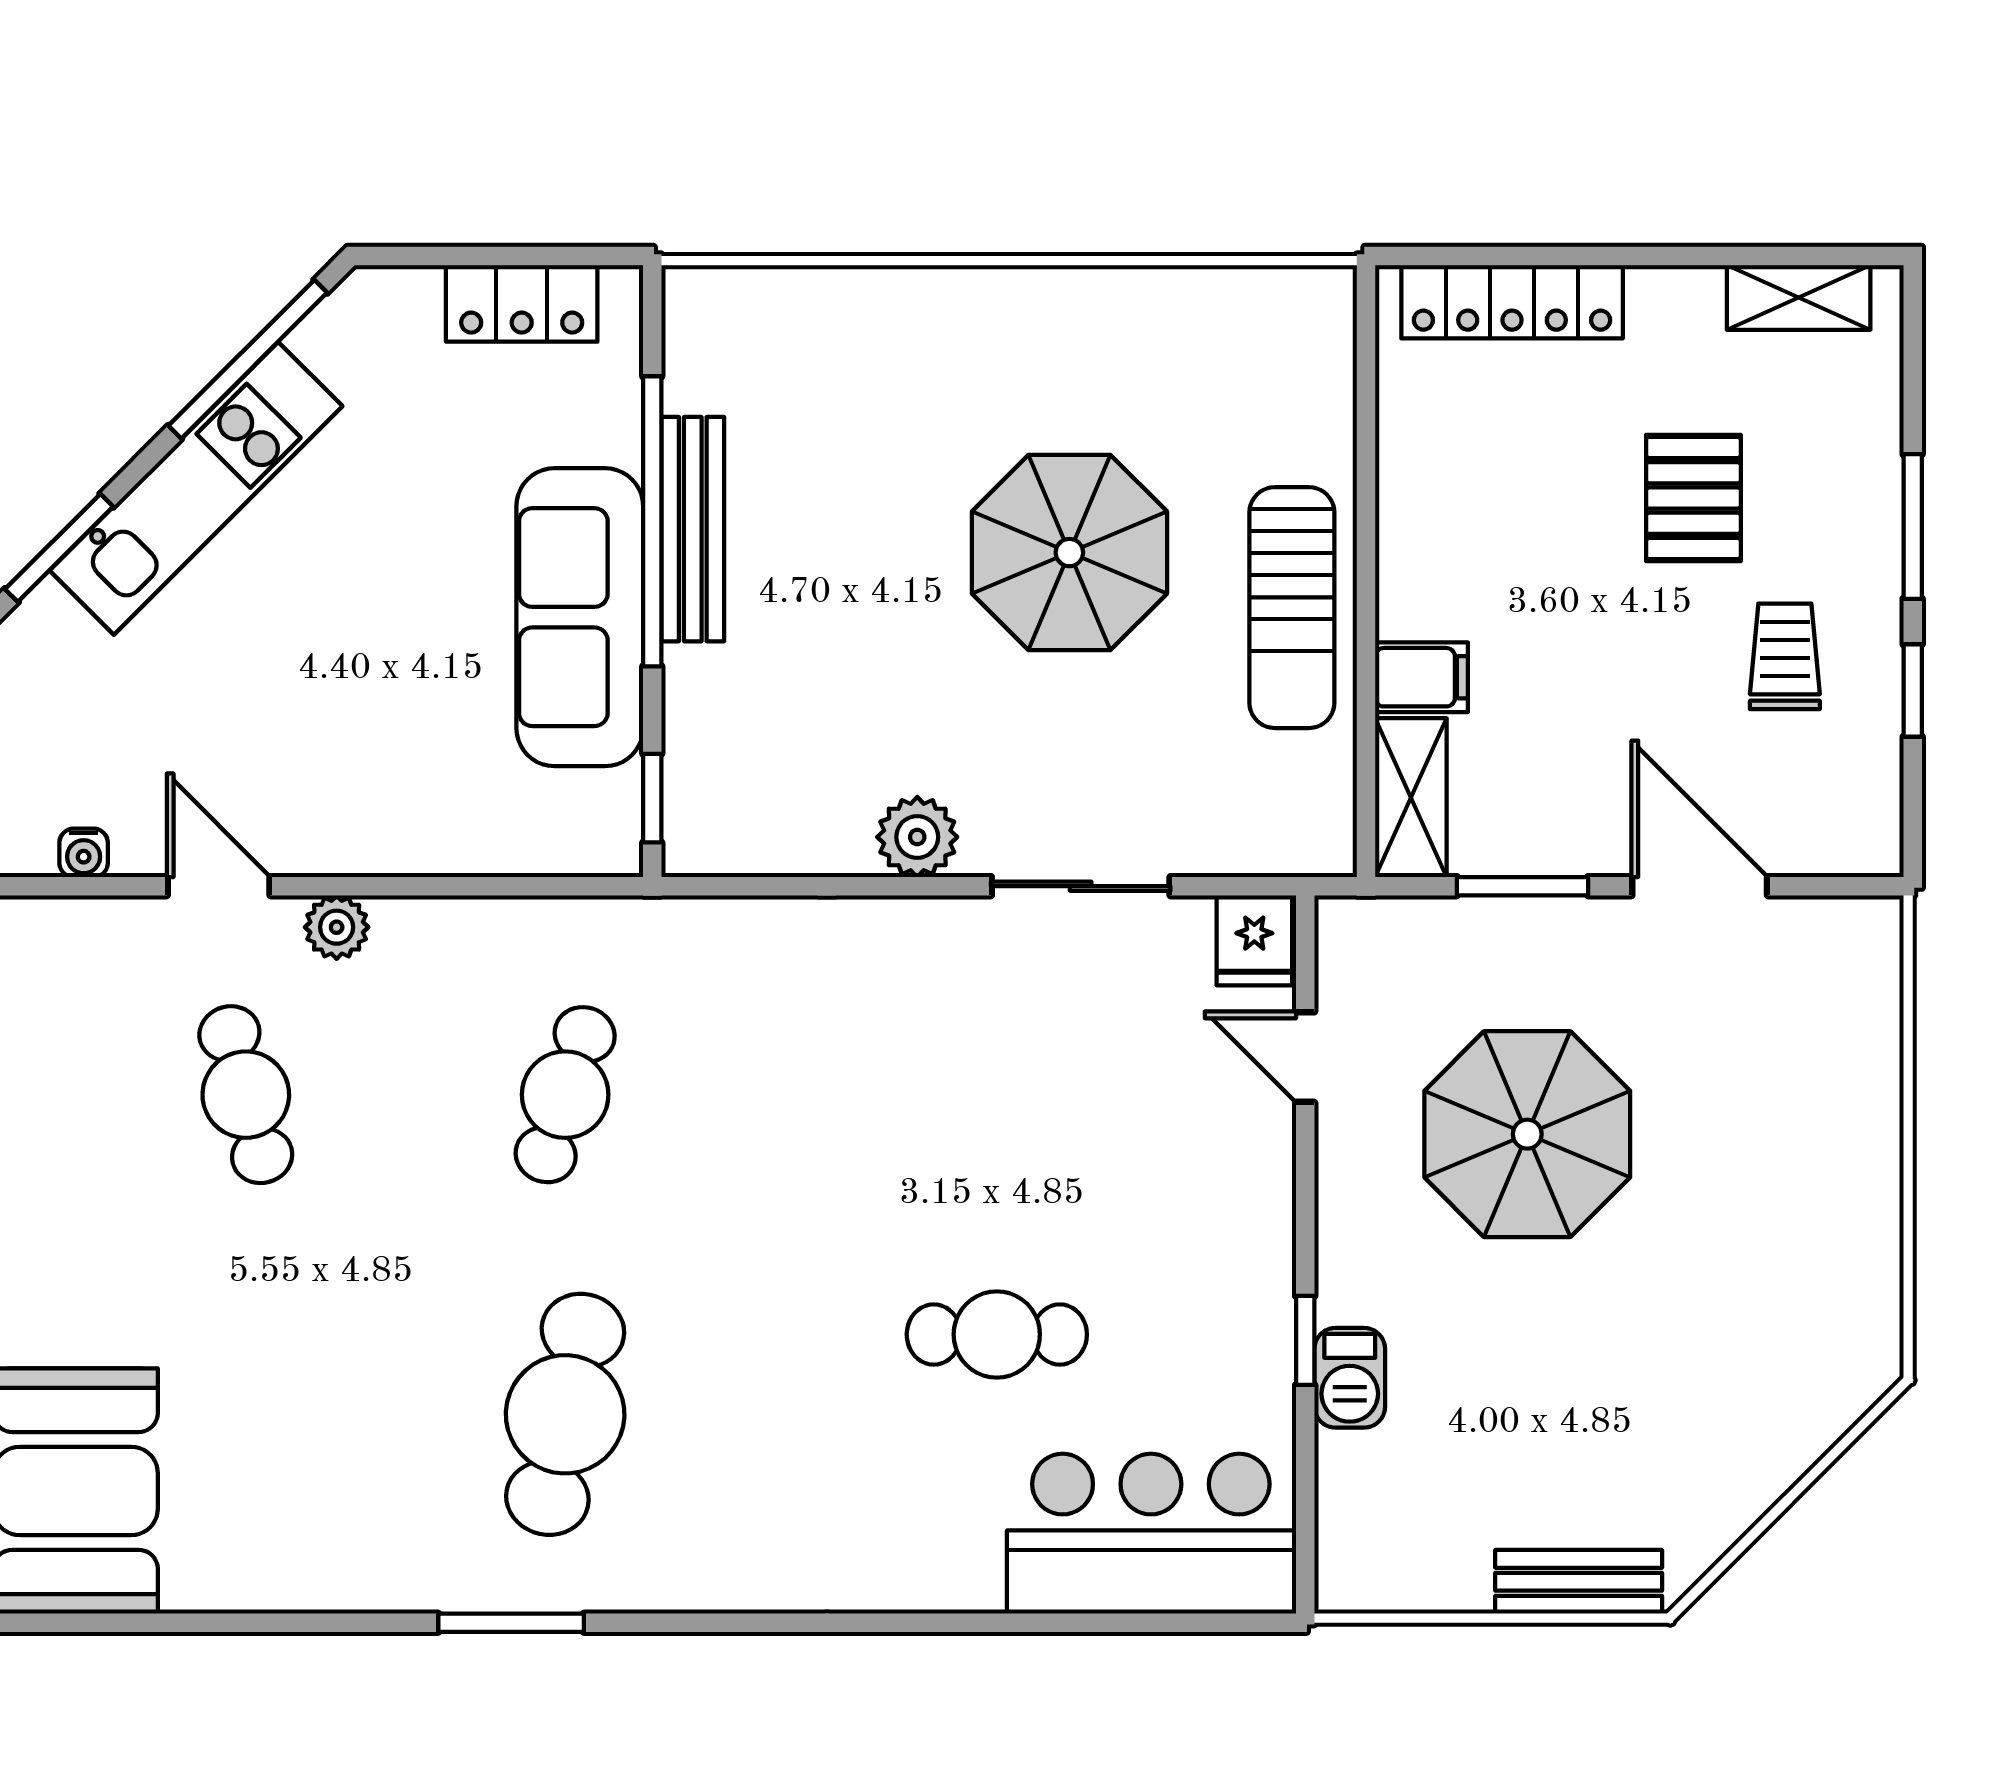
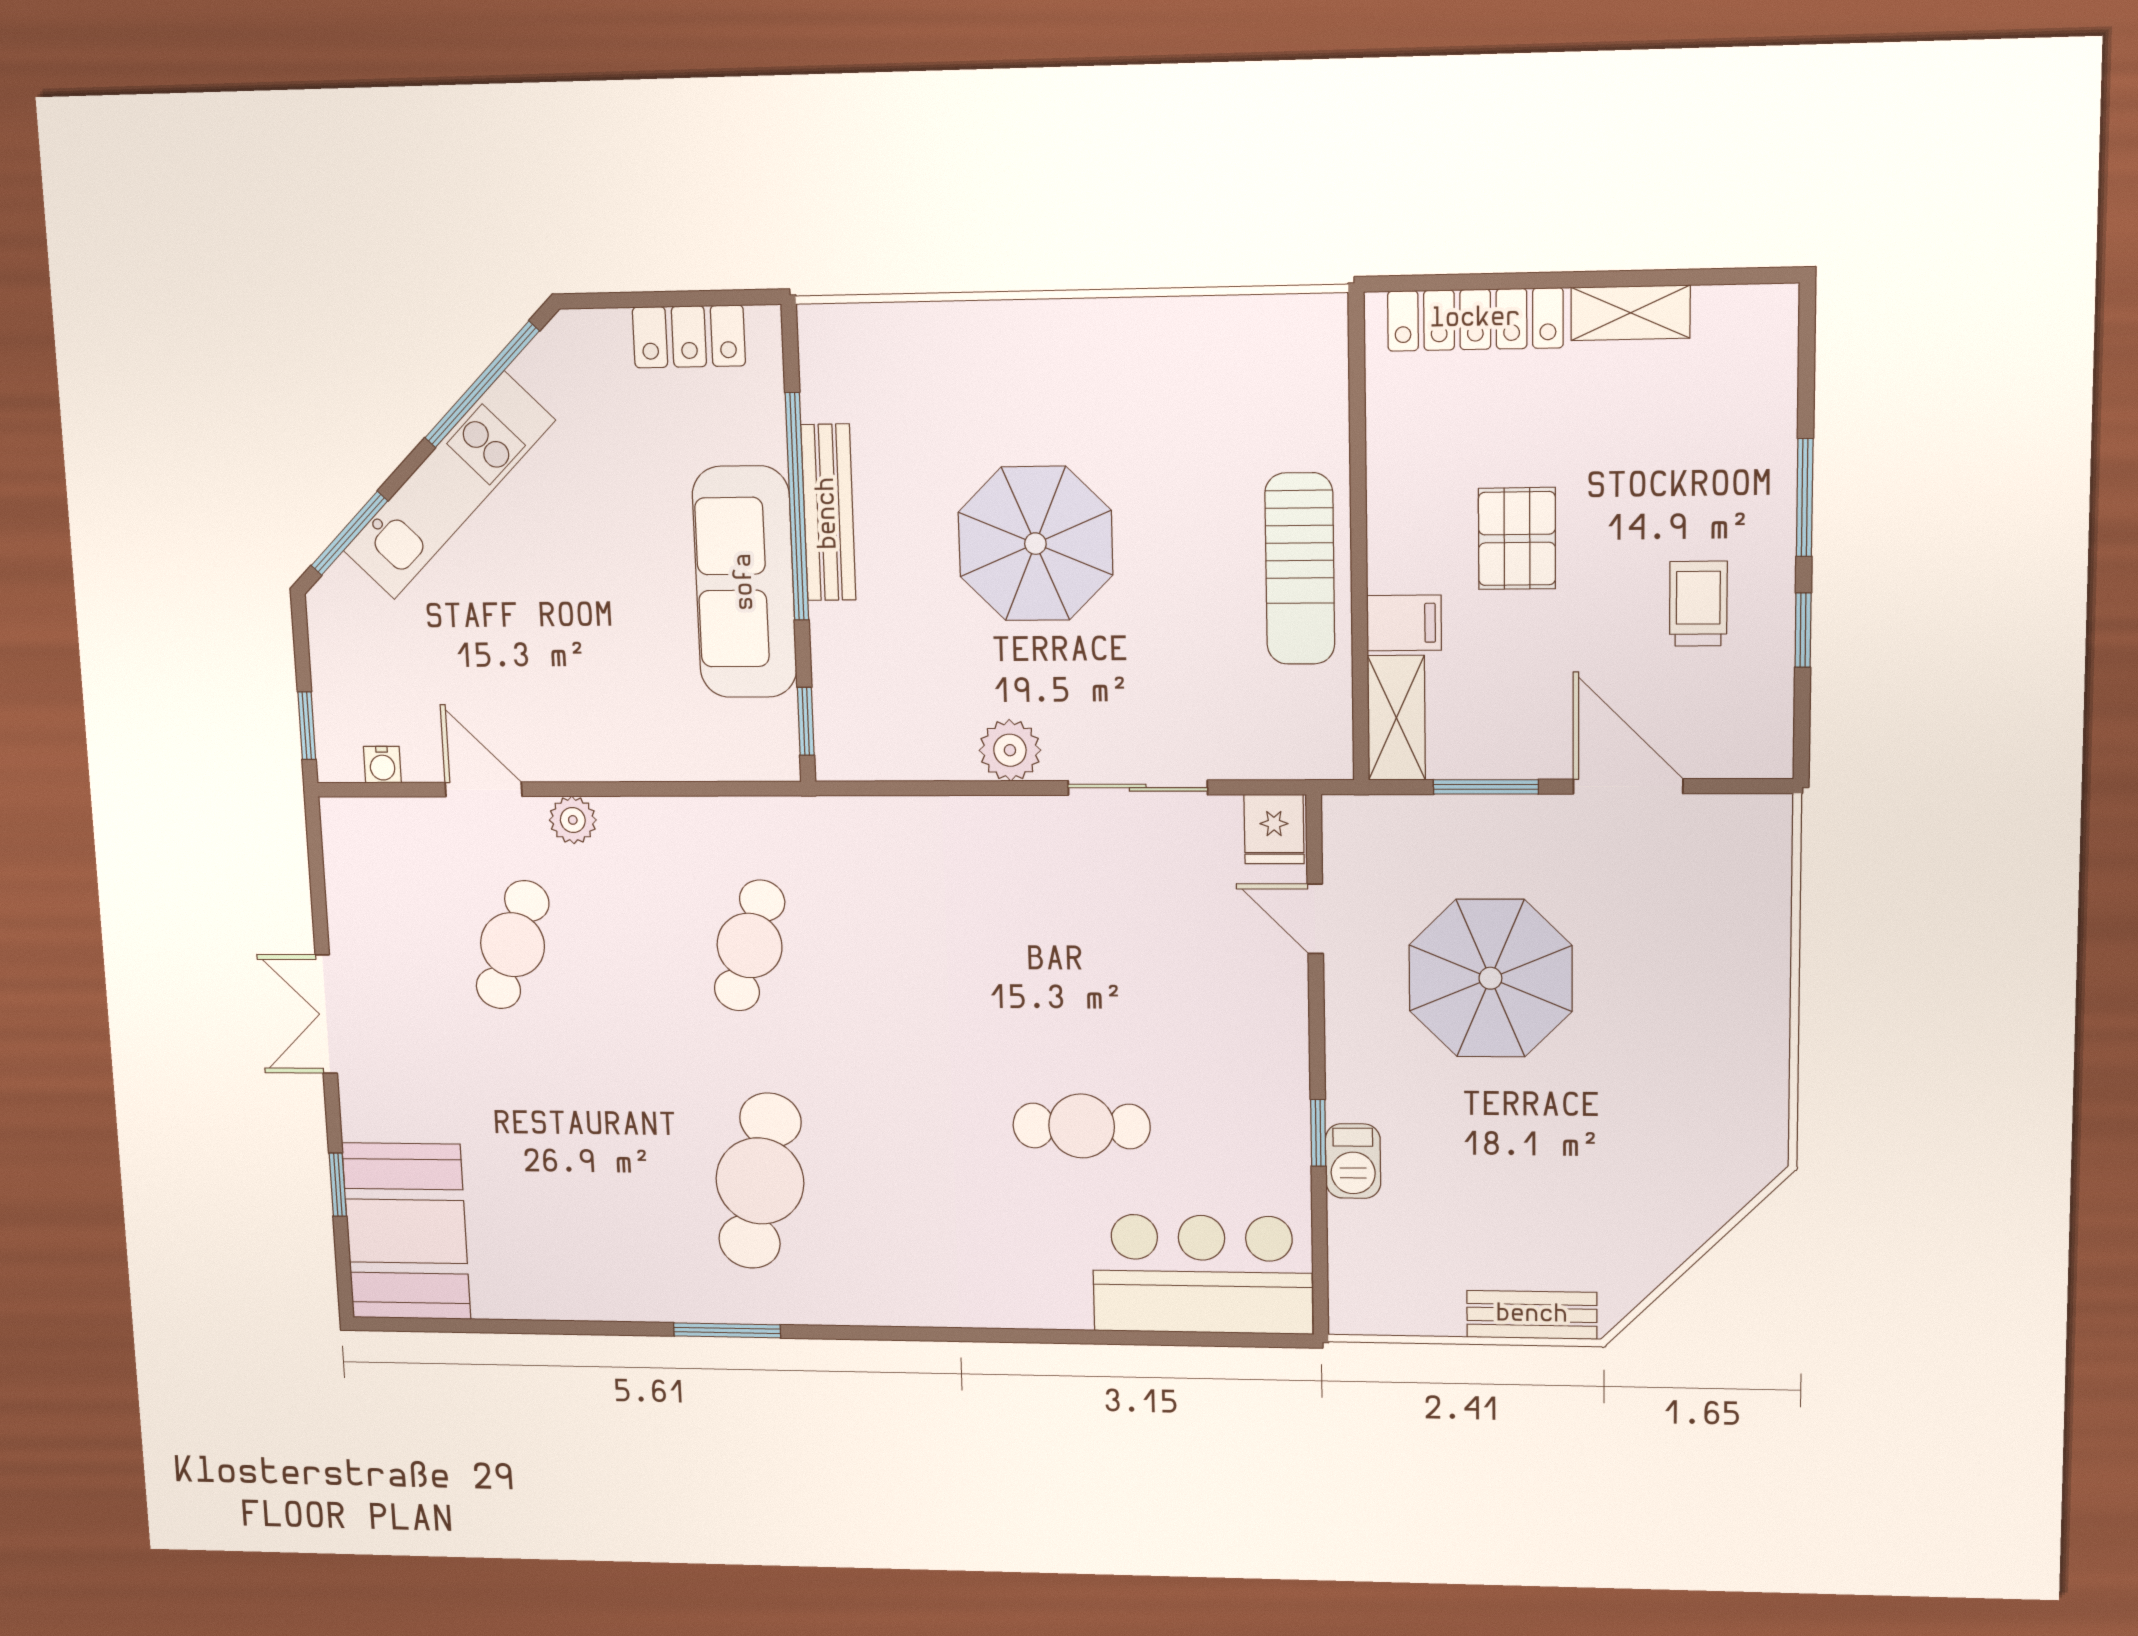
shelving: (1799, 297) -> (1630, 313), moved
pallet: (1693, 498) -> (1517, 539), moved
parasol: (1069, 553) -> (1035, 544), moved
cafe table: (246, 1095) -> (513, 945), turned 36

